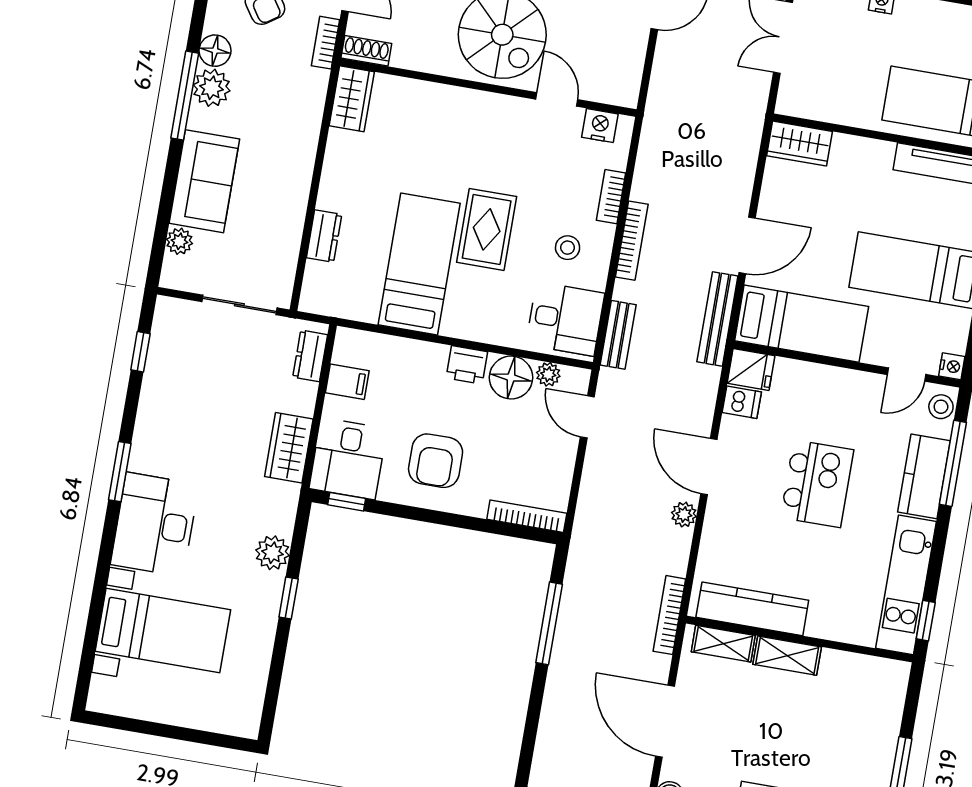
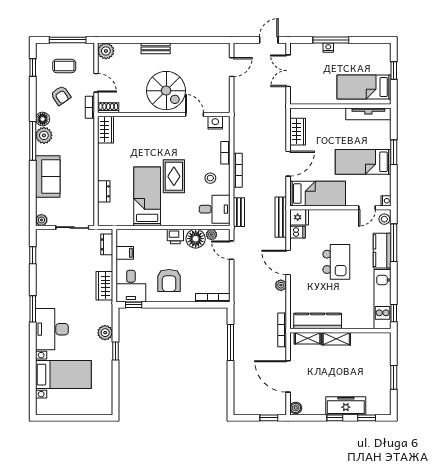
wardrobe: (799, 144) -> (298, 132), moved, turned -90
plant: (179, 241) -> (41, 220), moved
bench: (717, 319) -> (281, 217), moved

